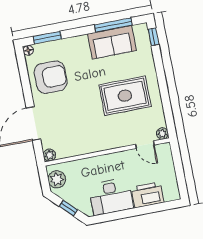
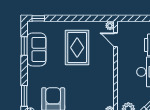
window: (113, 25) -> (24, 46), width x0.69
door: (145, 145) -> (116, 40), swing flipped

